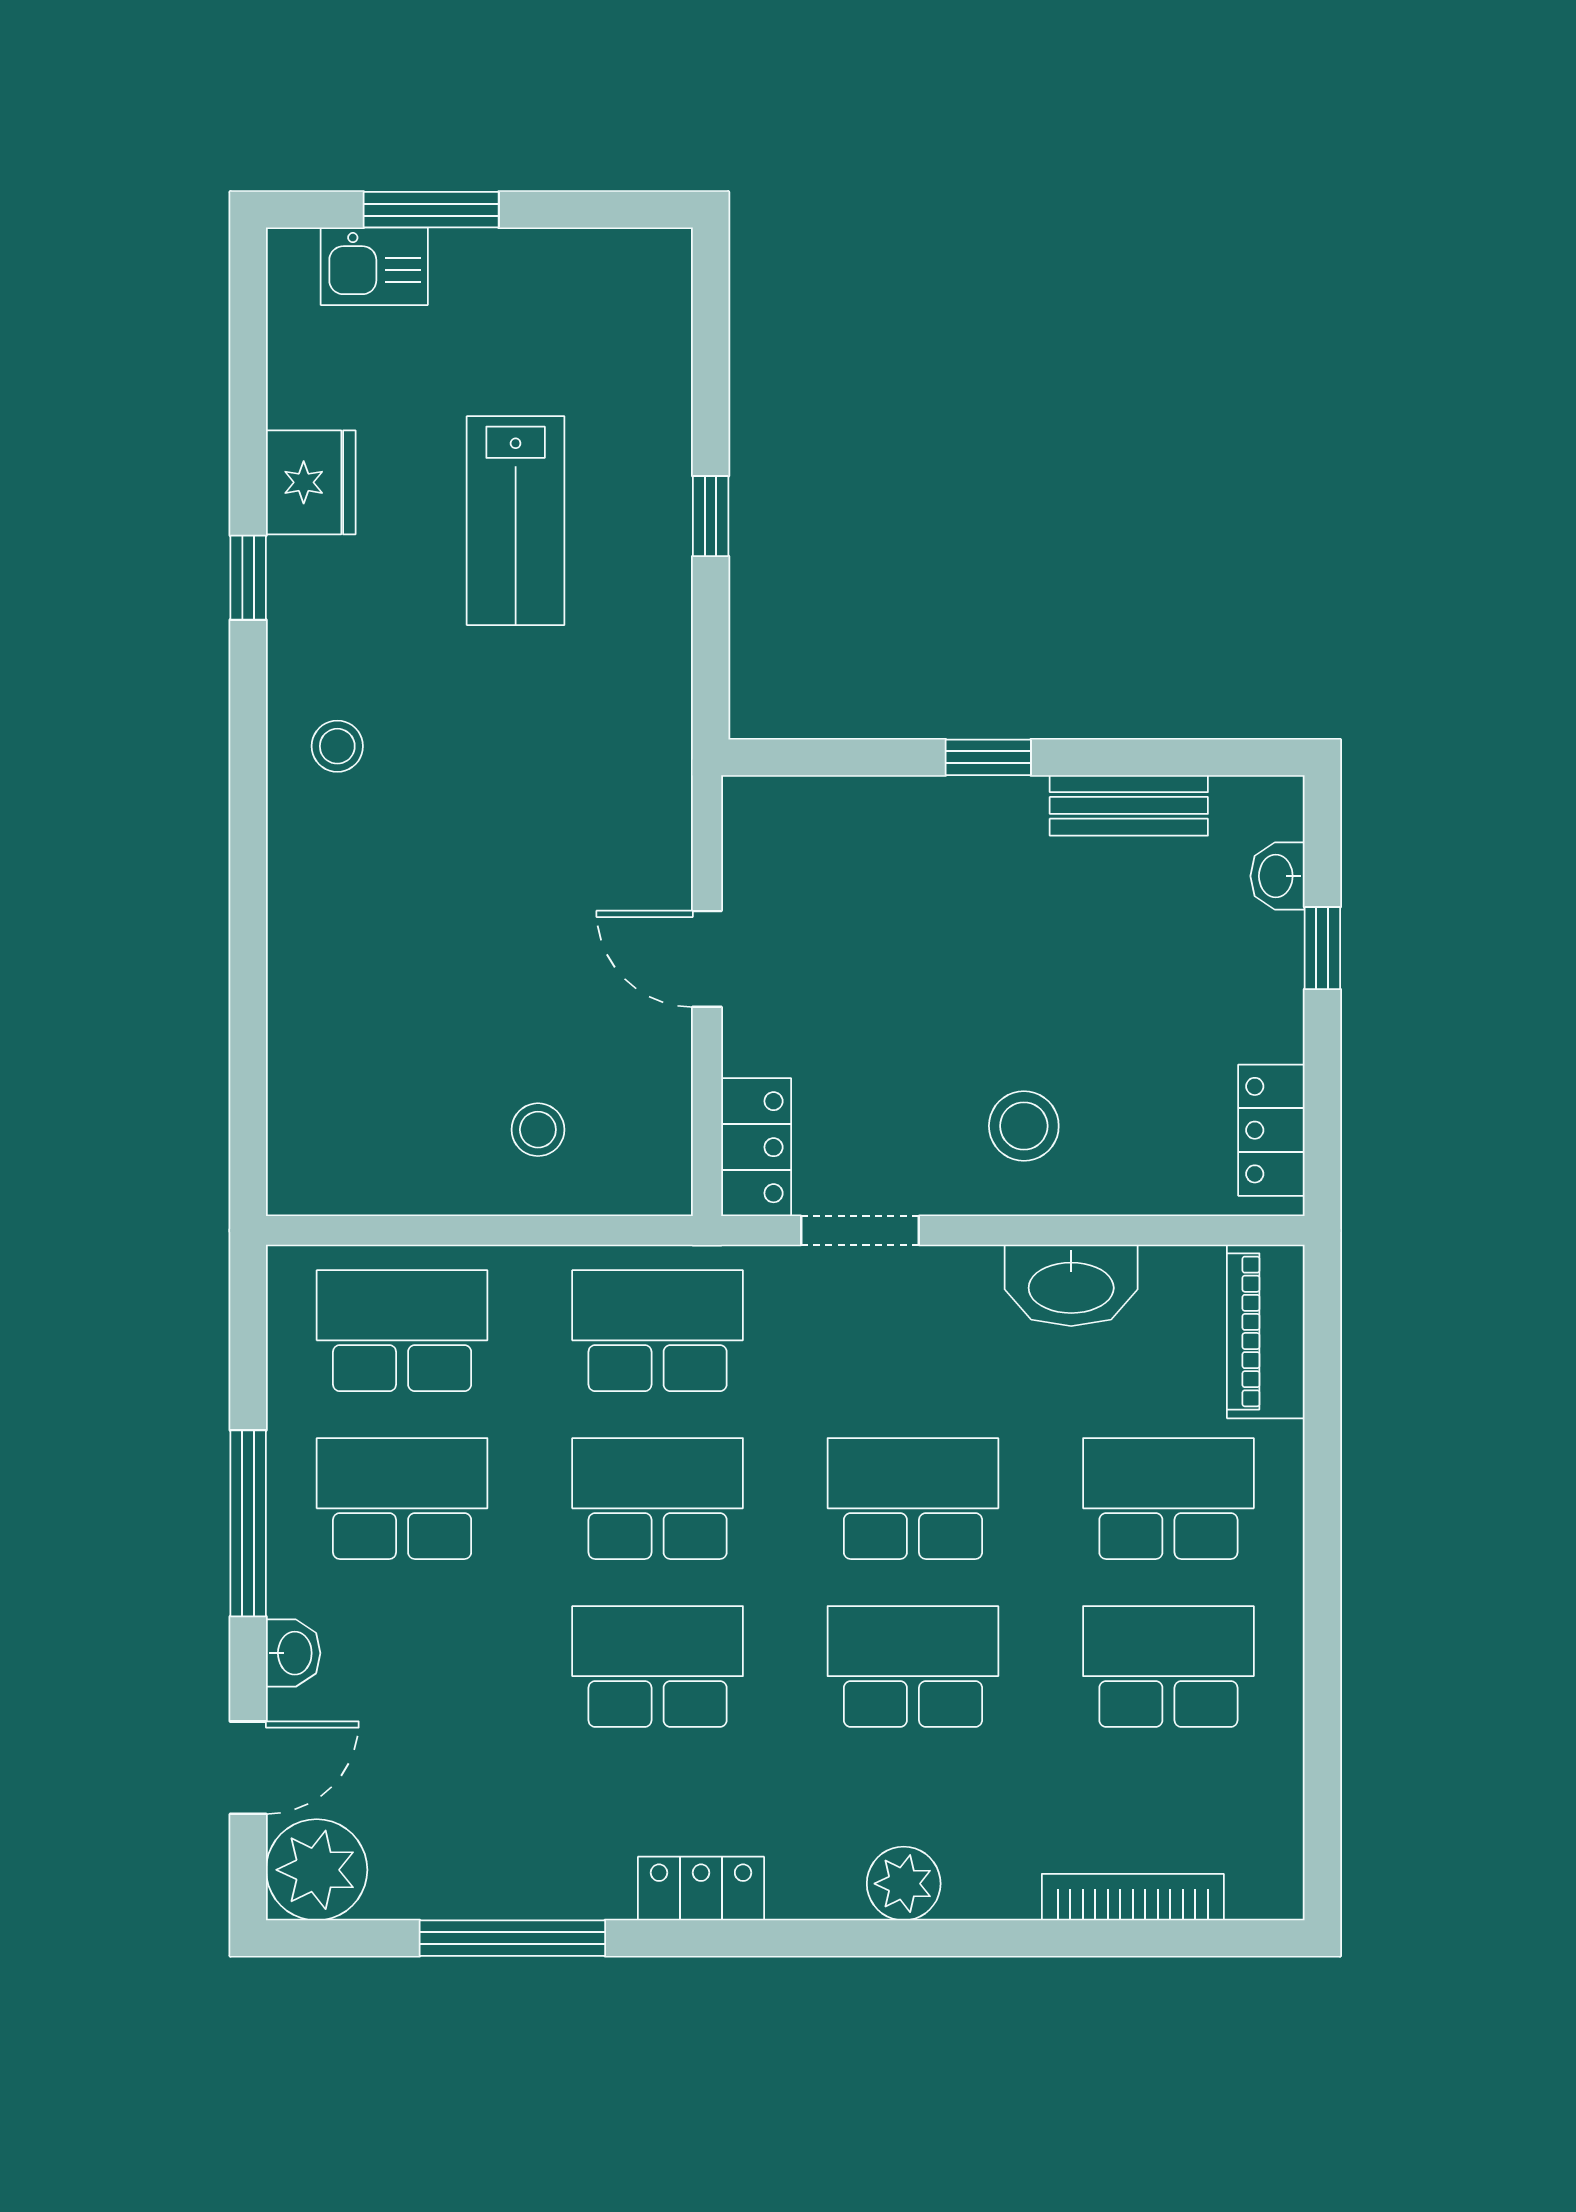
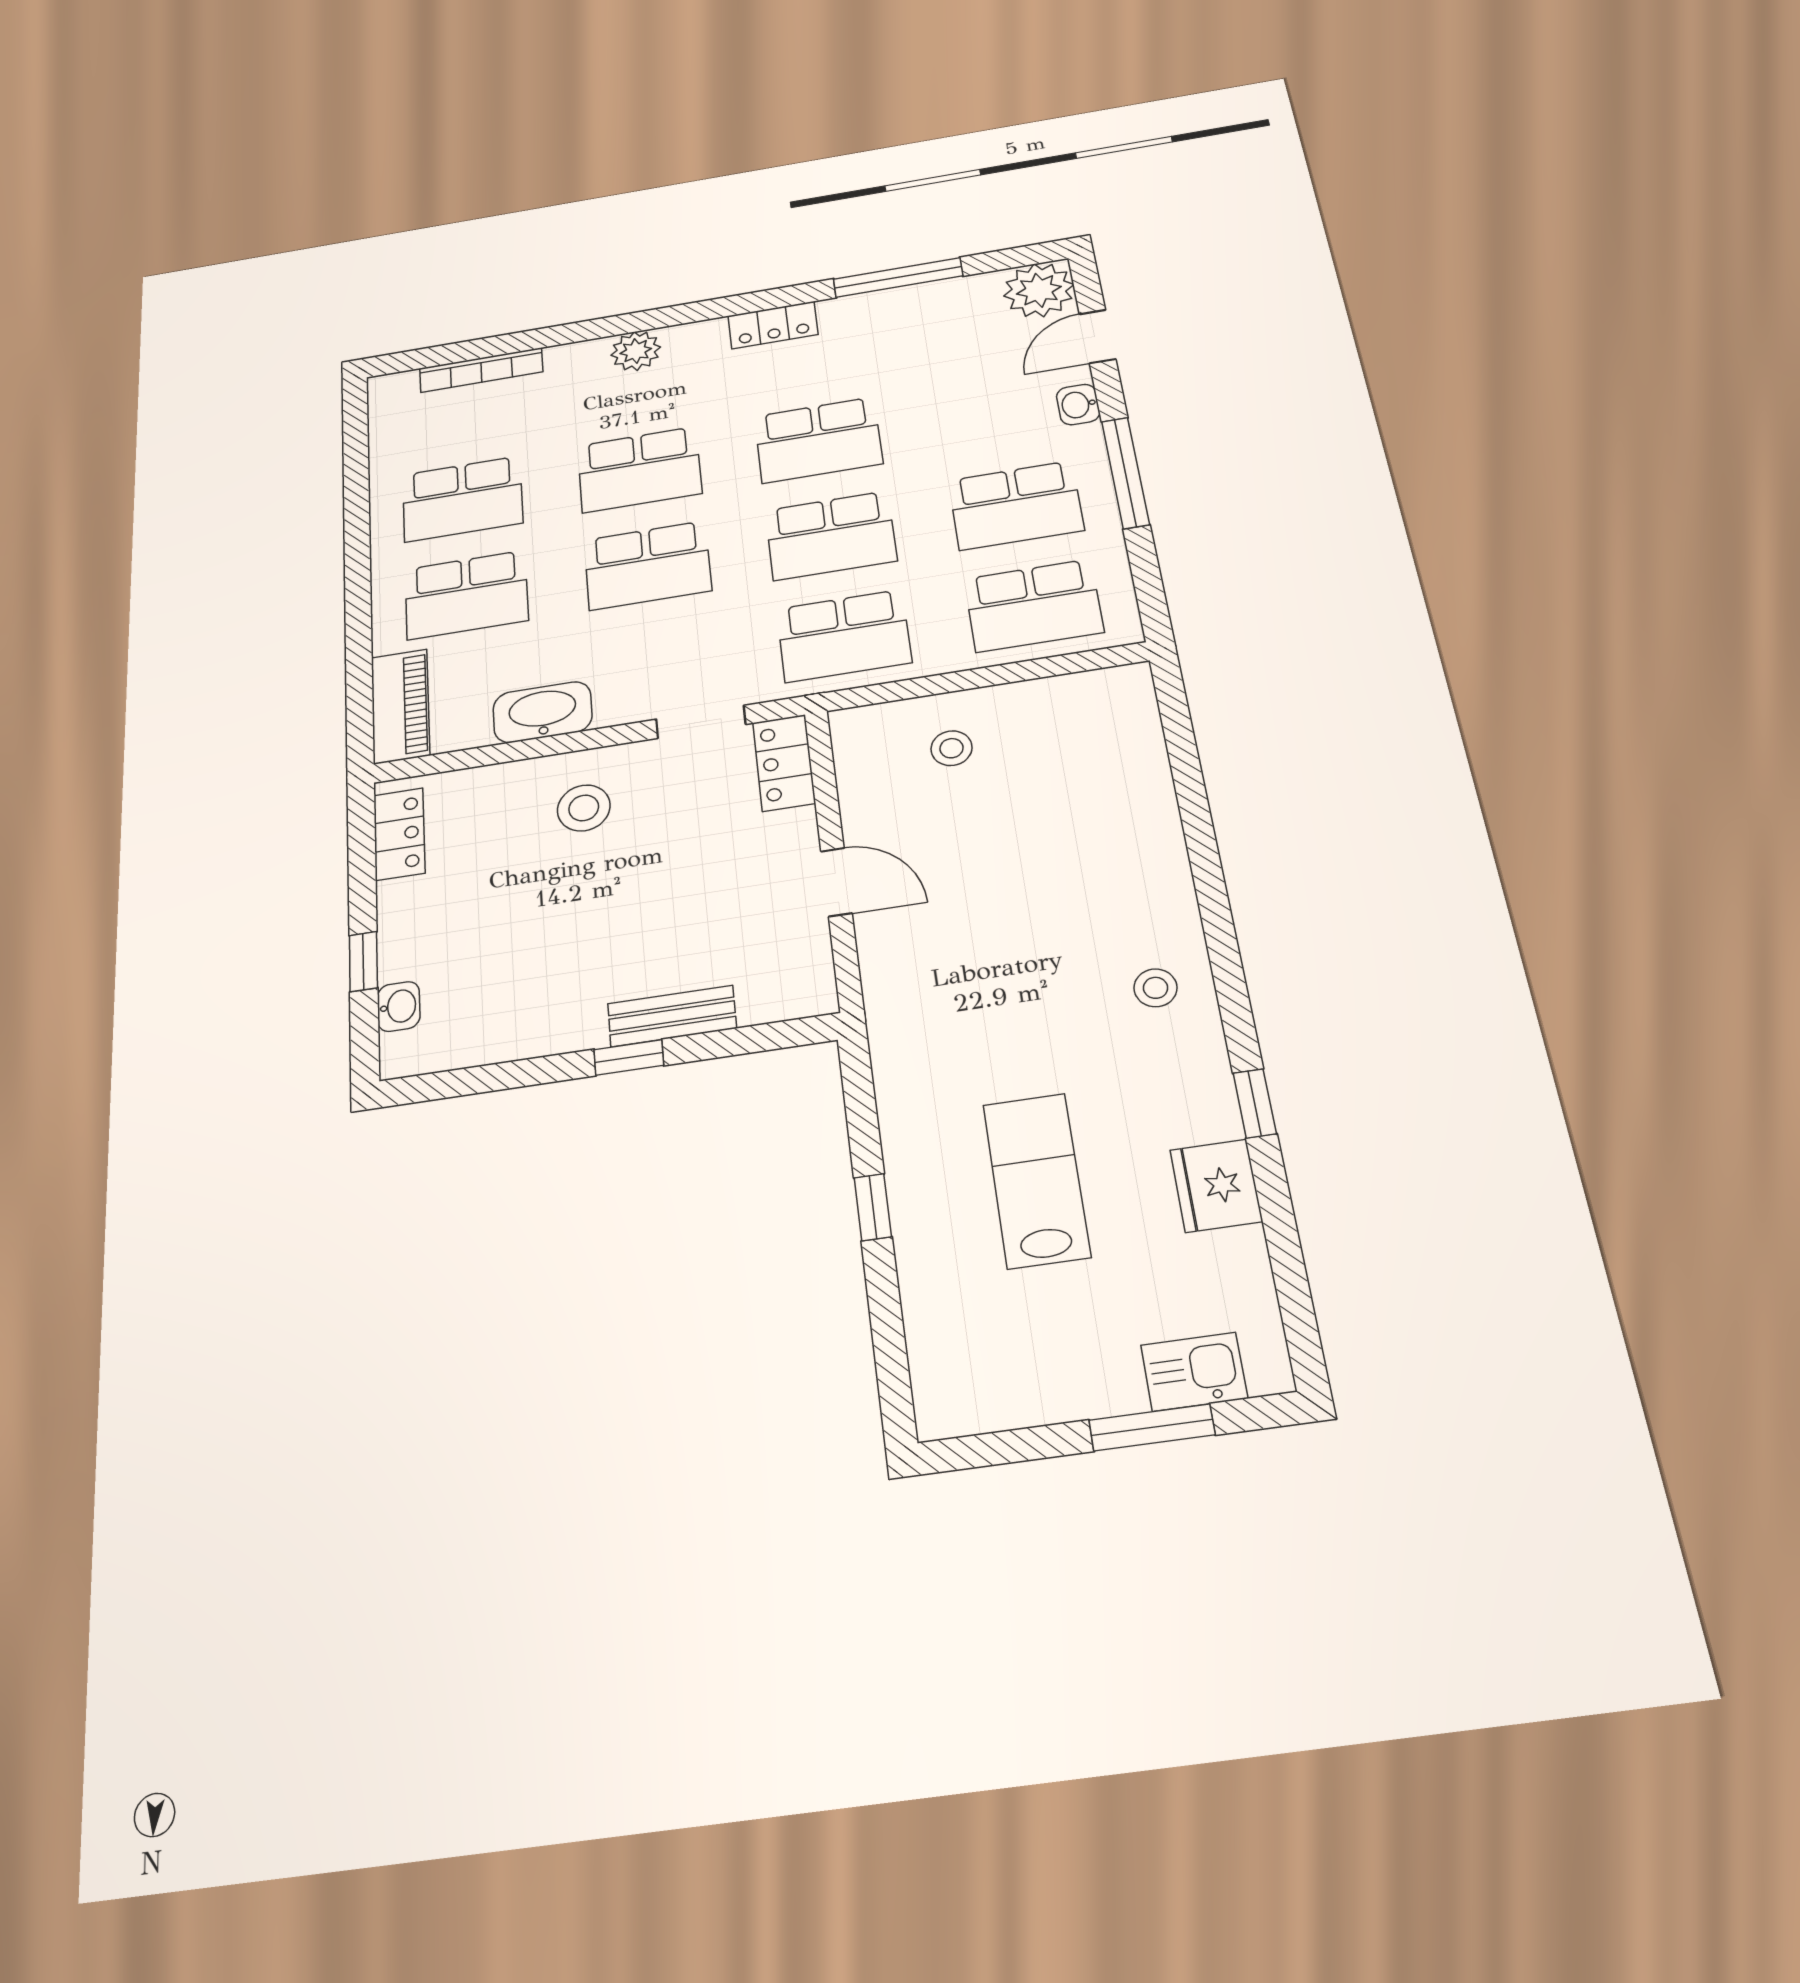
bench: (1129, 805) -> (672, 1016), moved

